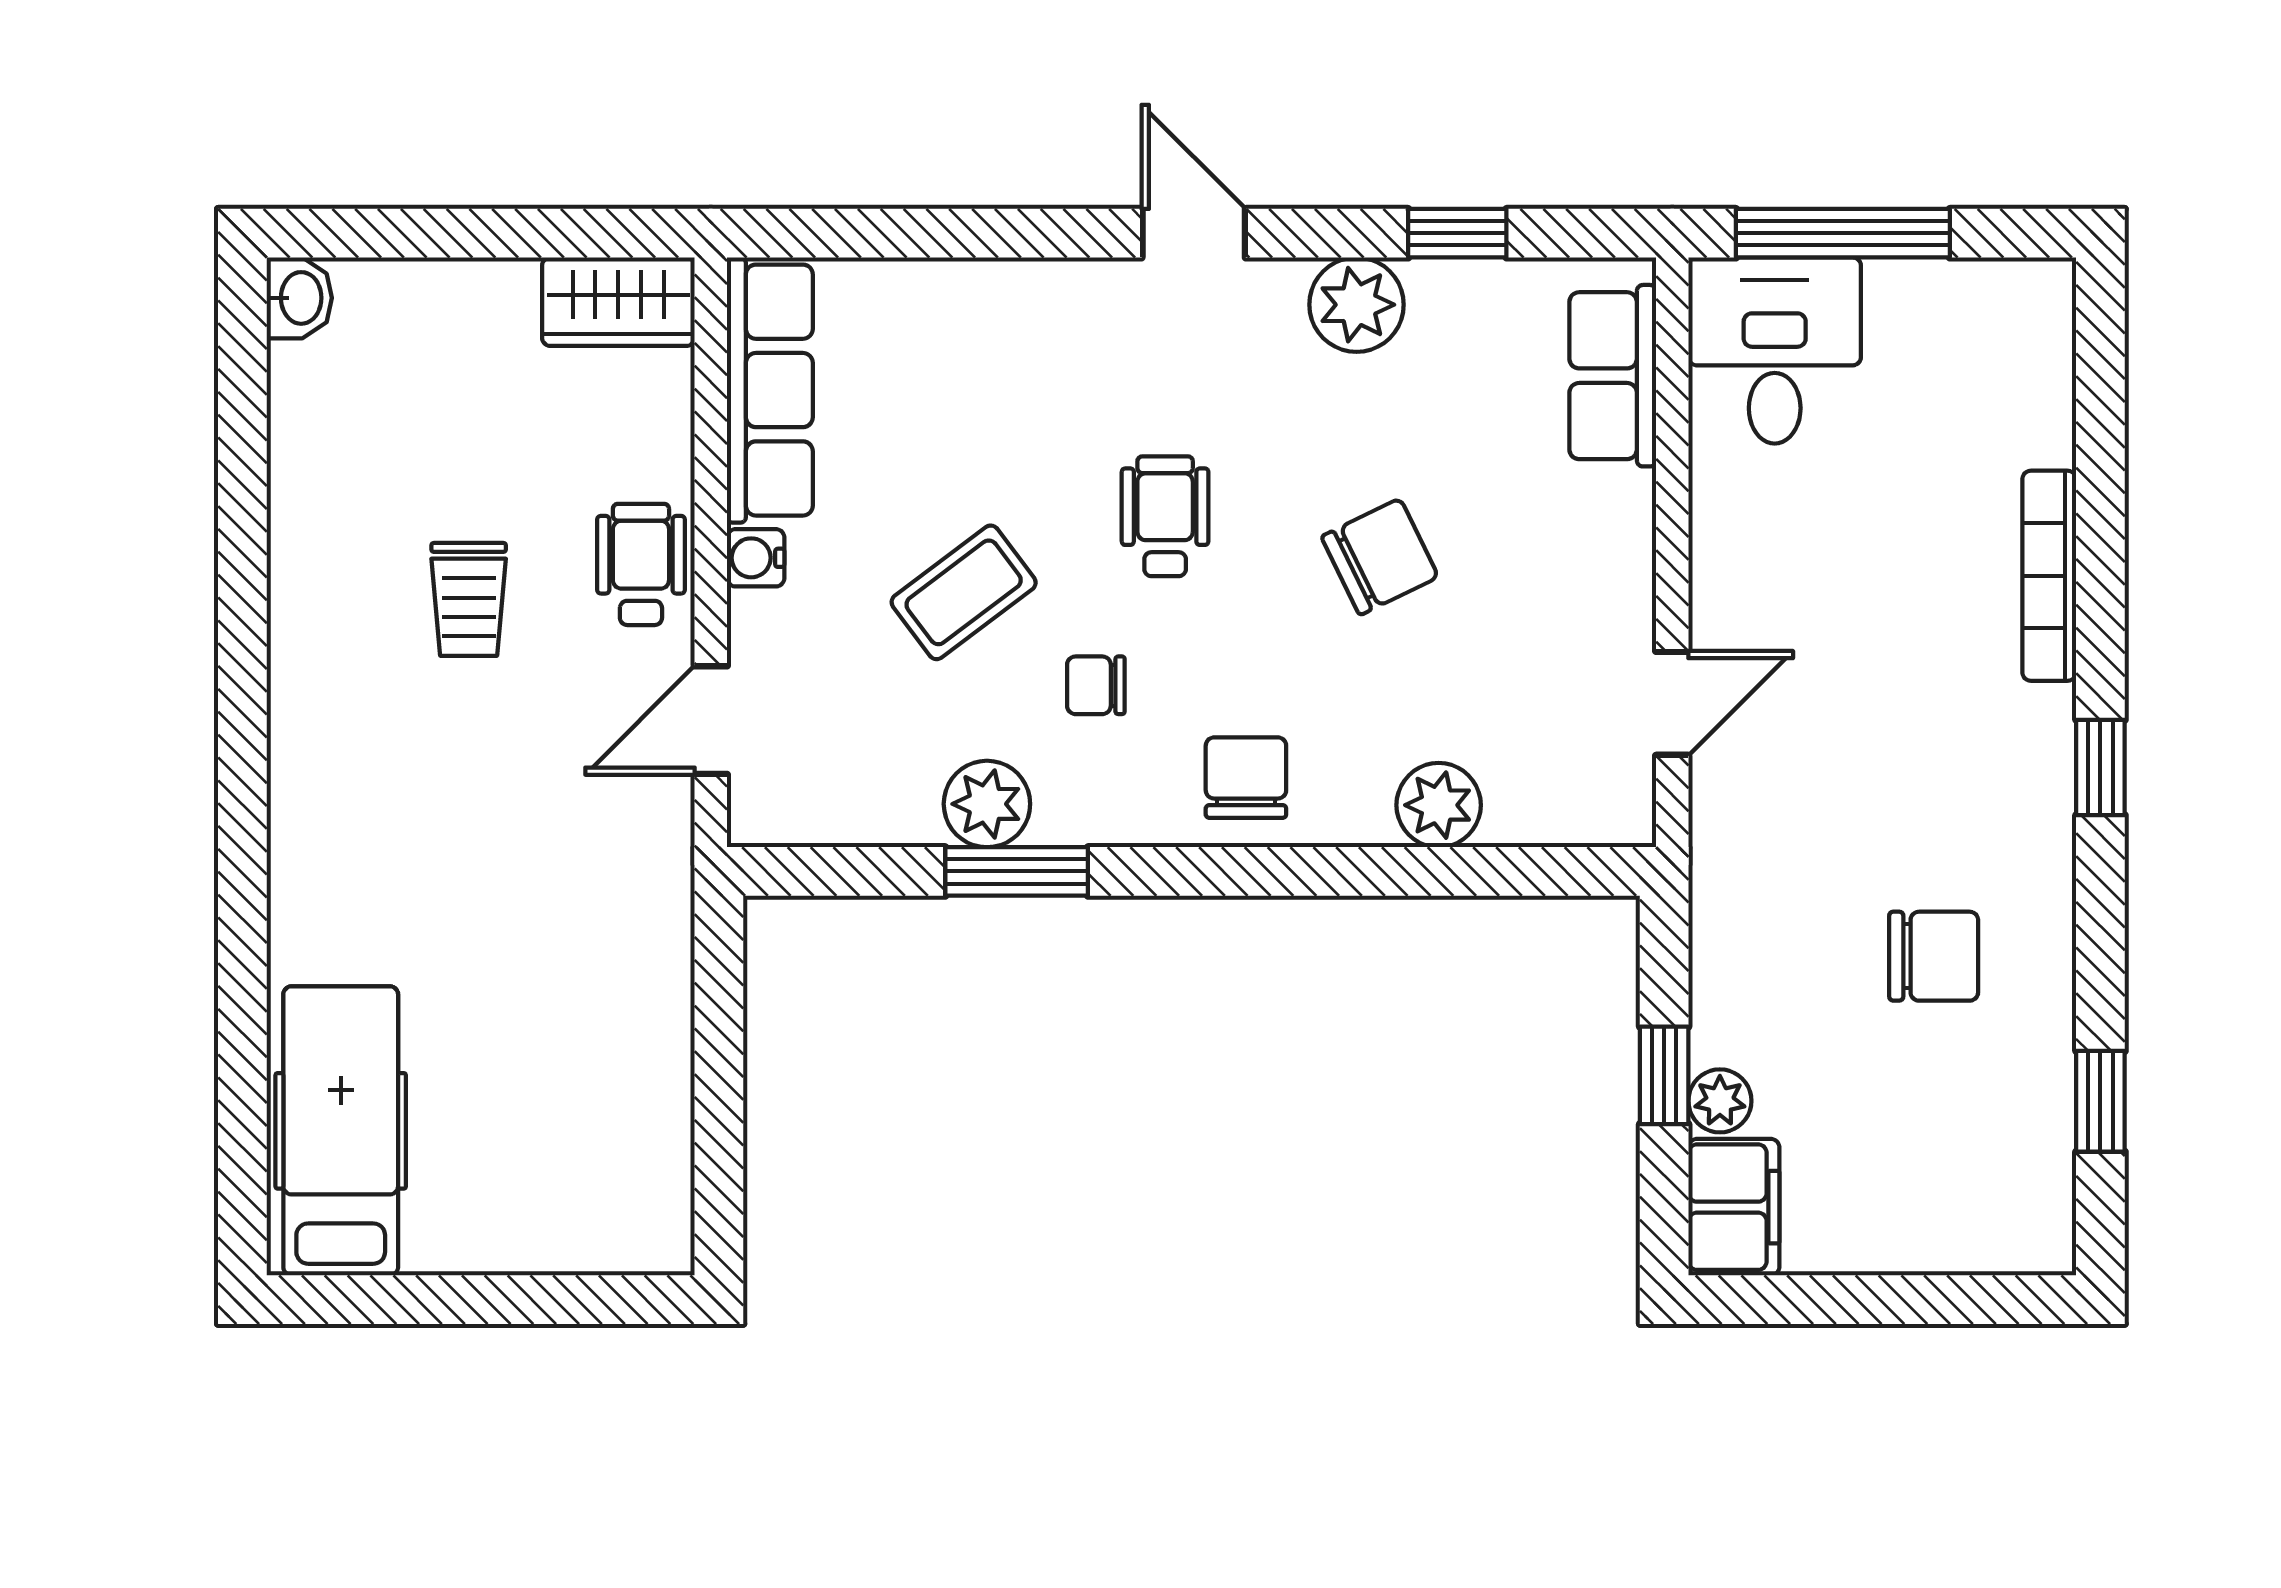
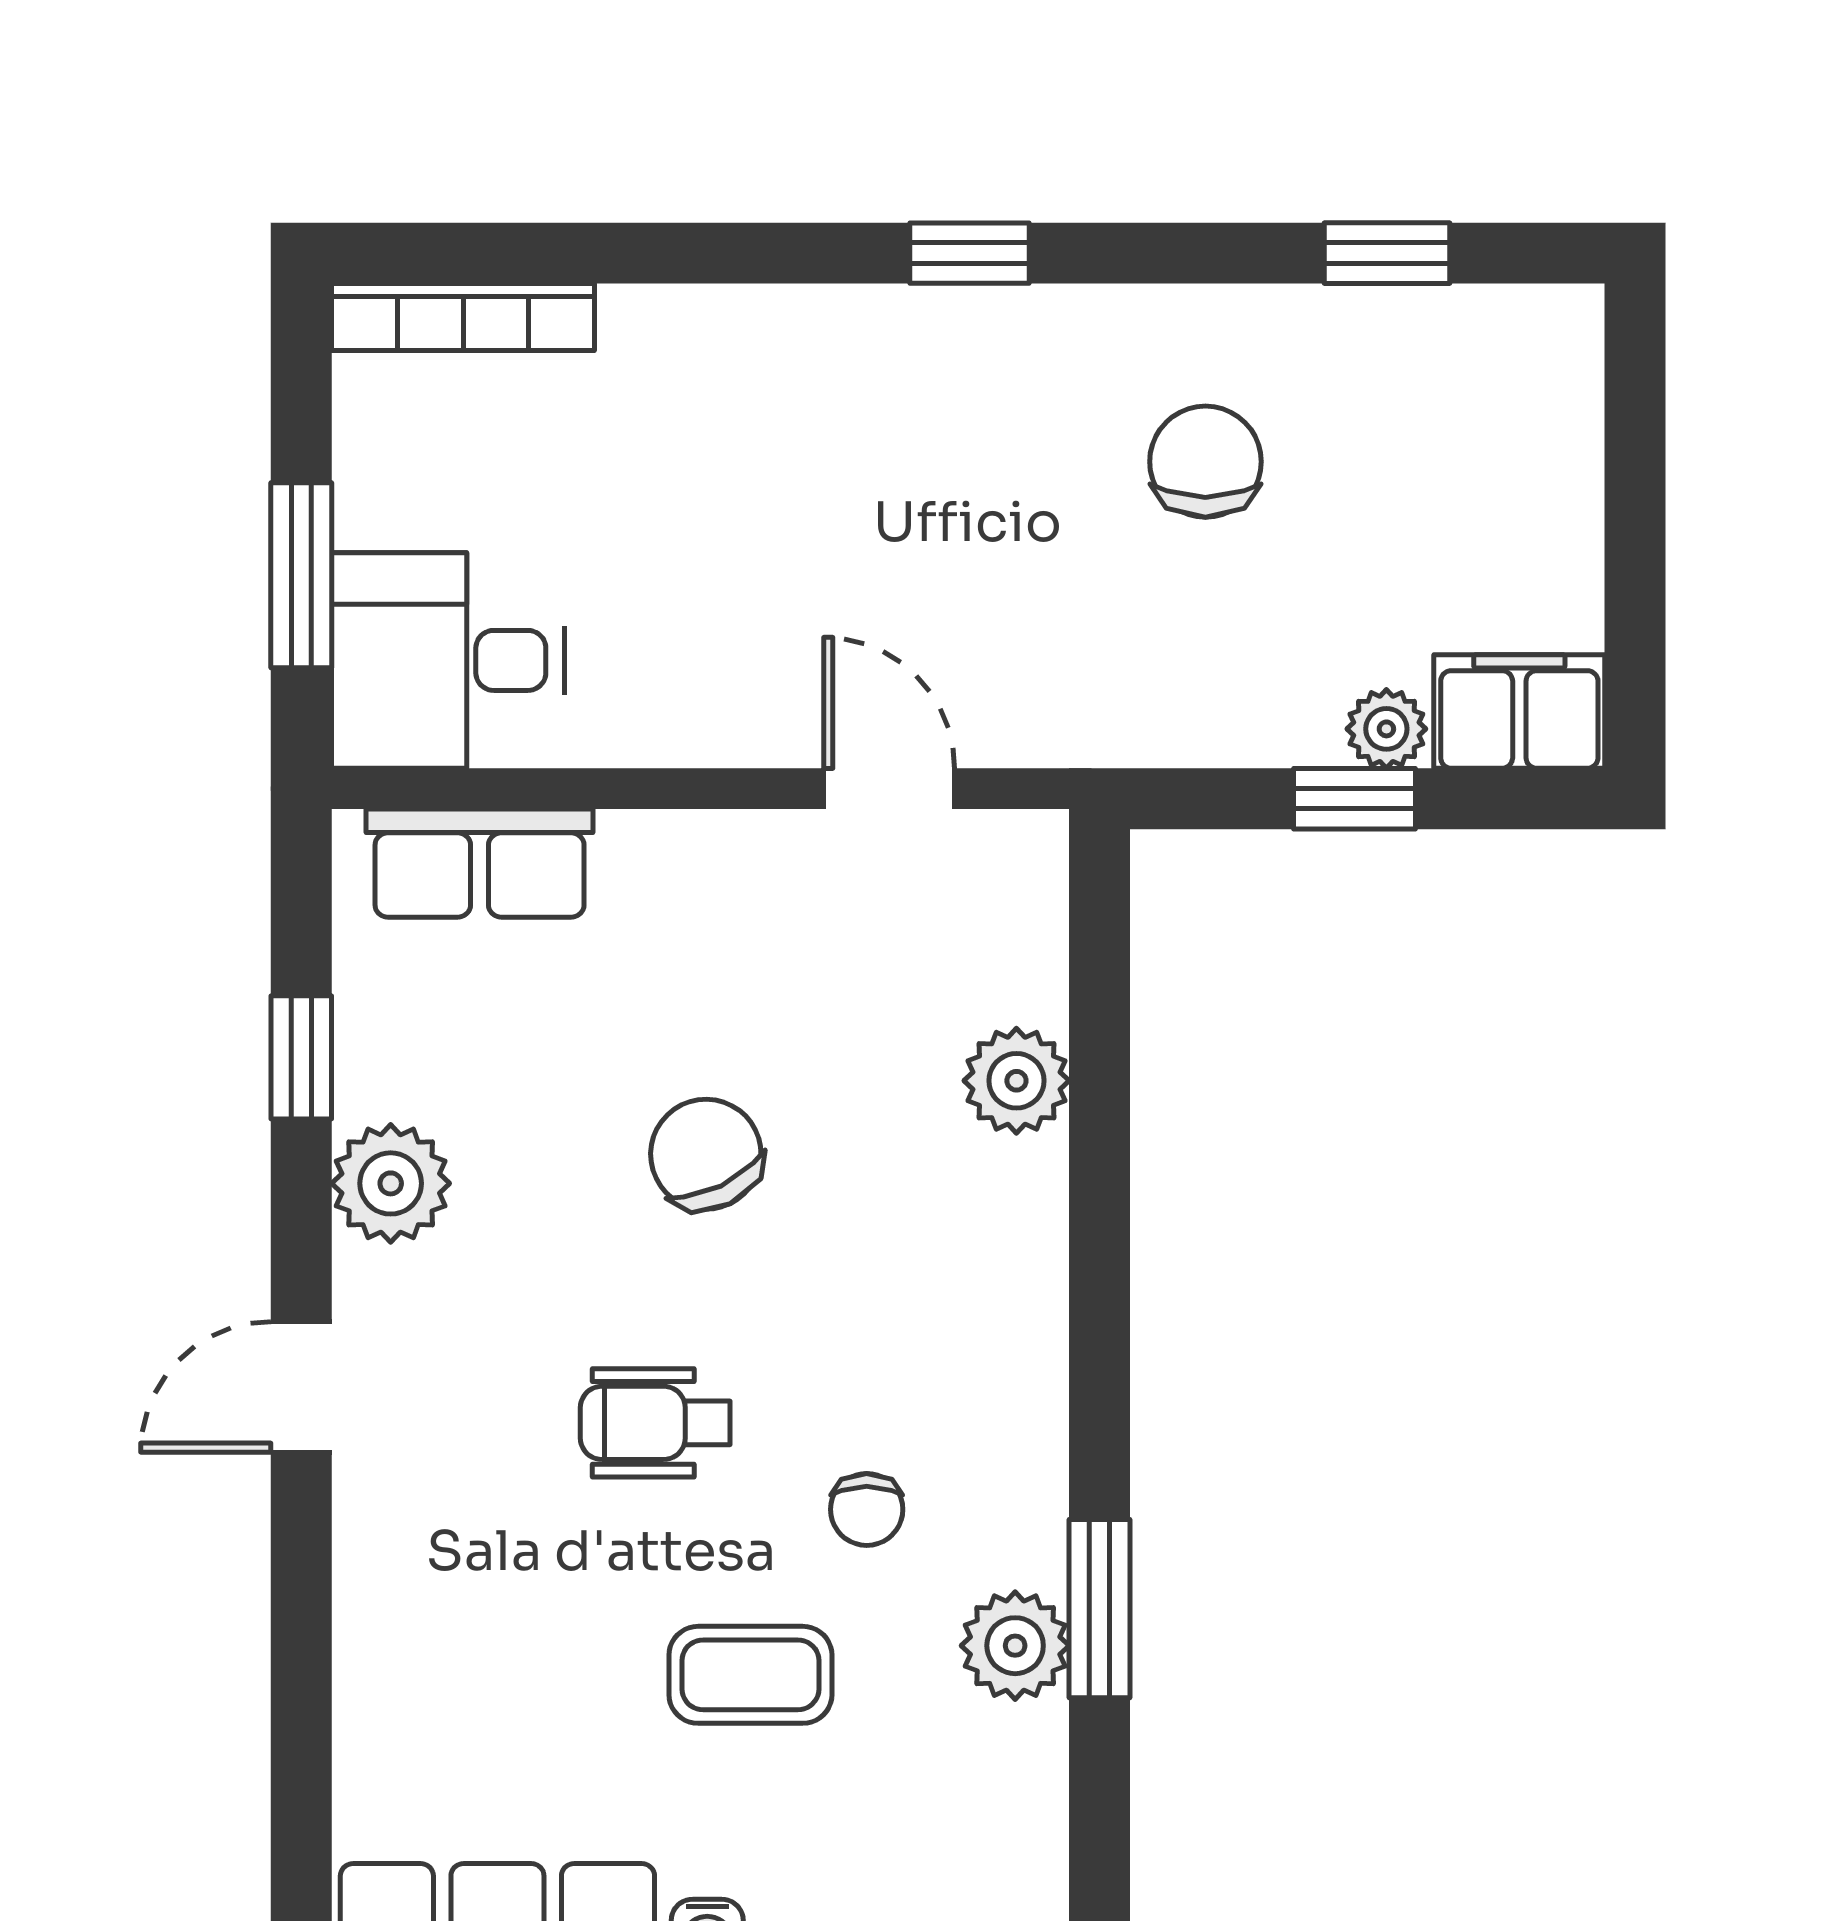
window: (1843, 233) -> (301, 575), width x0.69
bookcase: (2049, 576) -> (463, 317), moved
coffee table: (964, 592) -> (750, 1675), turned -53
chair: (1246, 778) -> (982, 1322), removed

